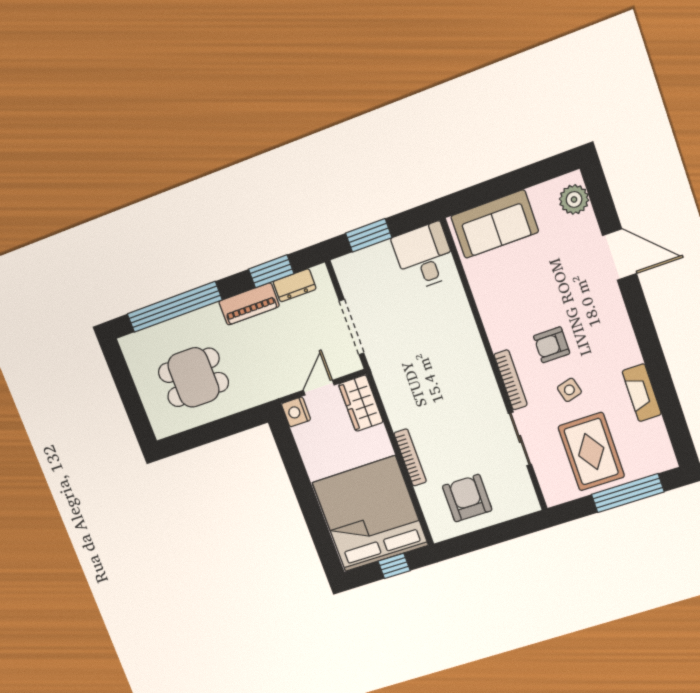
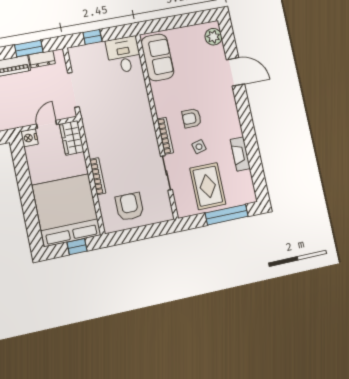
sofa: (495, 224) -> (157, 57), moved, turned -90
window: (369, 235) -> (92, 37), width x0.67

